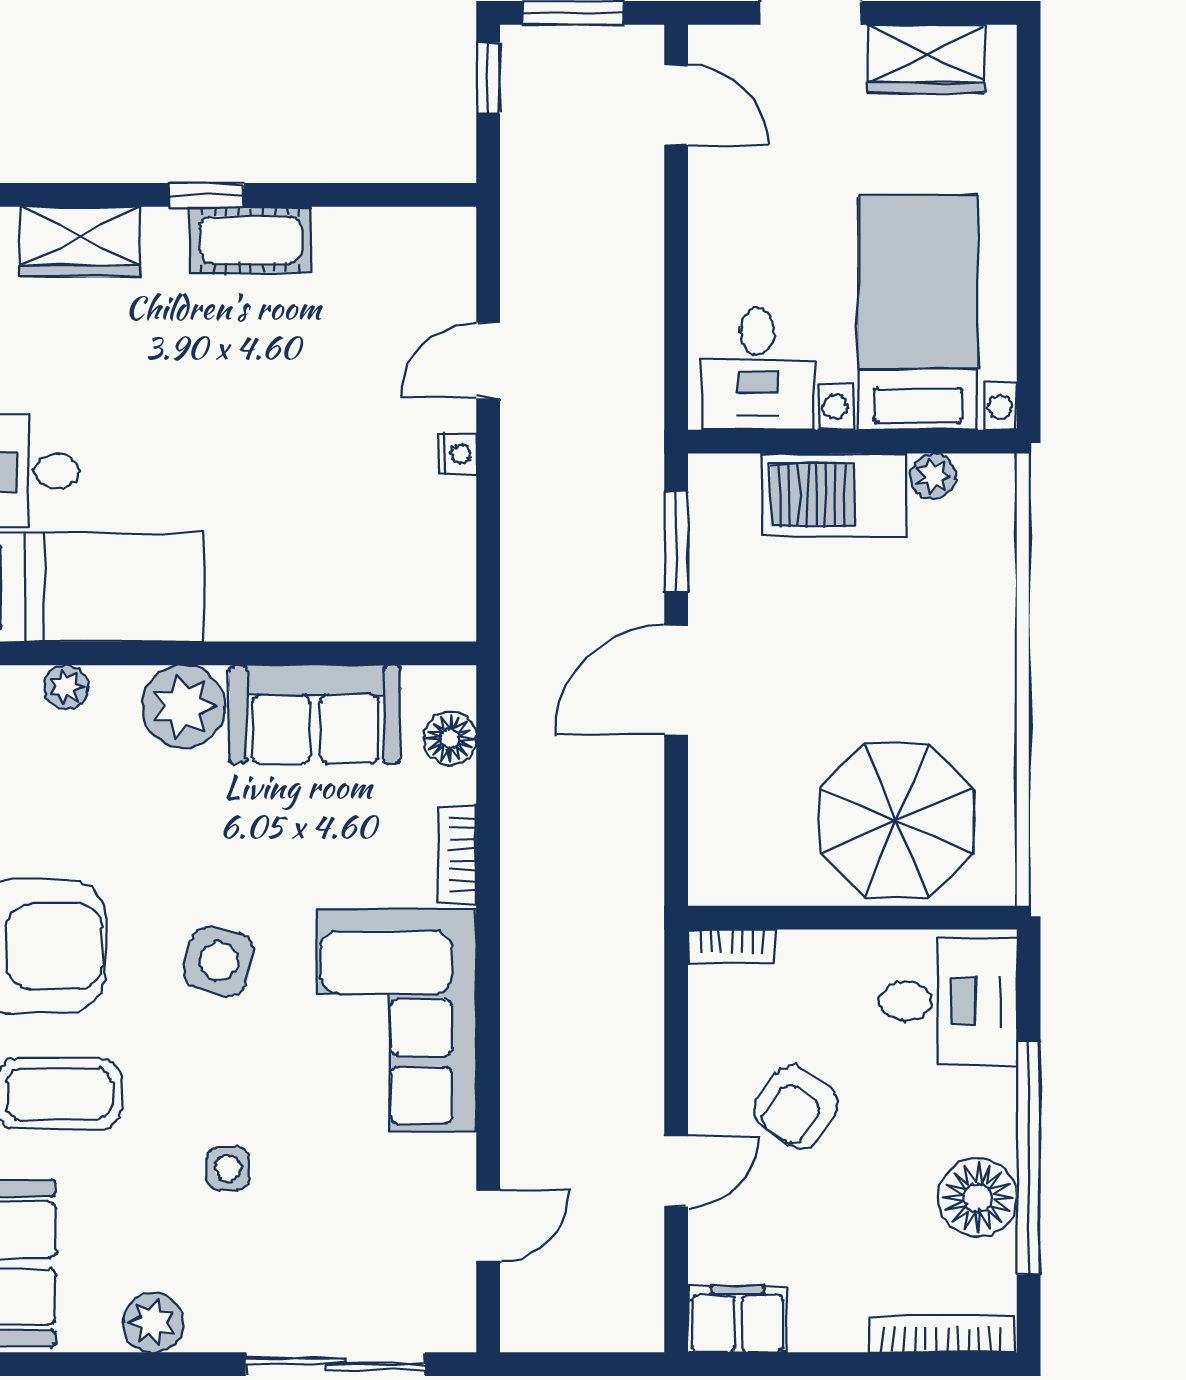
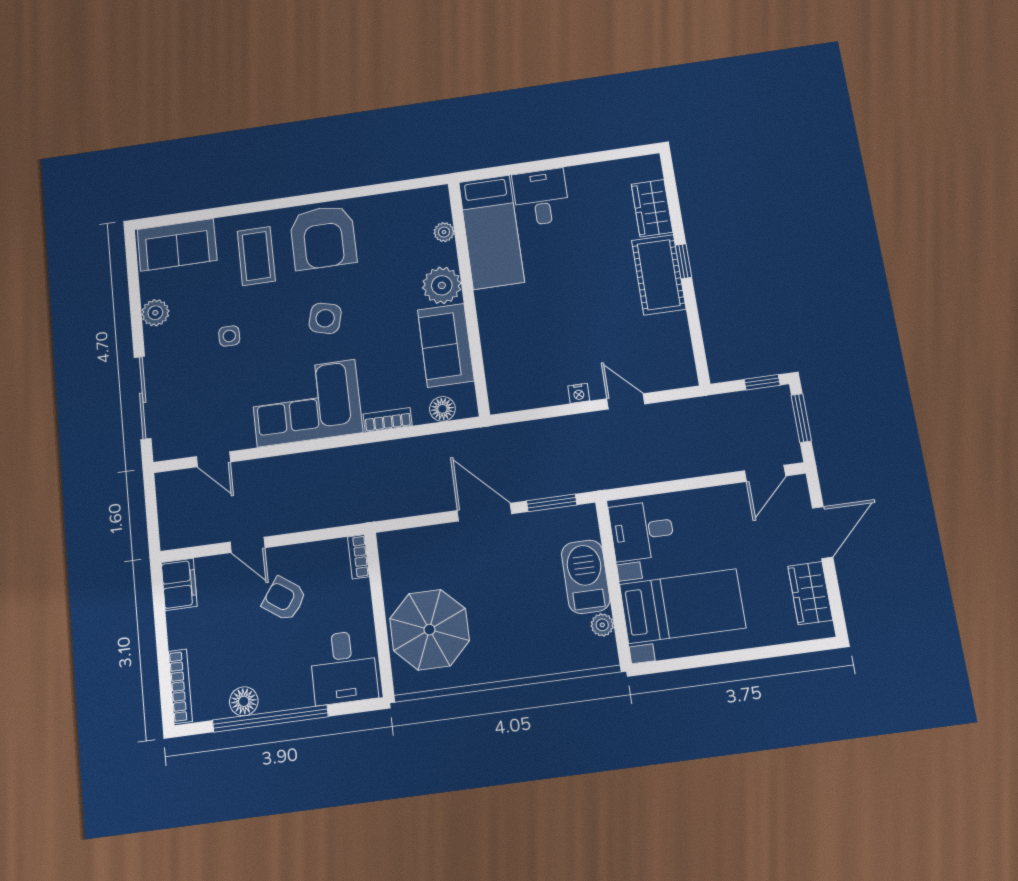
cot: (251, 240) -> (659, 275), width x1.37, depth x1.34
floor lamp: (978, 1198) -> (244, 701), width x0.73, depth x0.73

